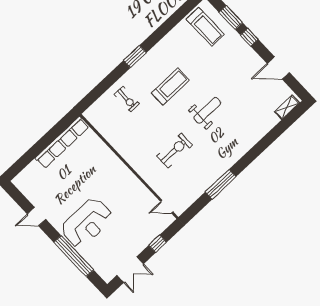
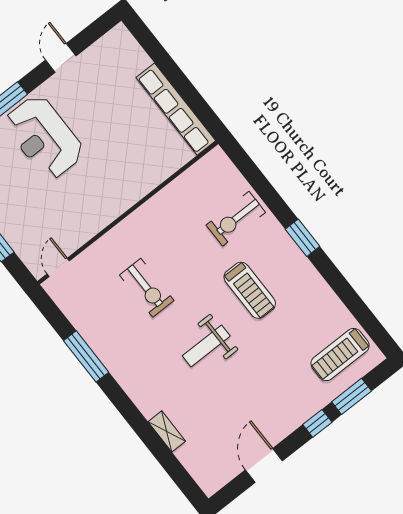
exercise bike: (127, 99) -> (236, 219), width x1.38, depth x1.39
shelving: (287, 107) -> (167, 431), moved
weight bench: (207, 110) -> (206, 346), turned 90

